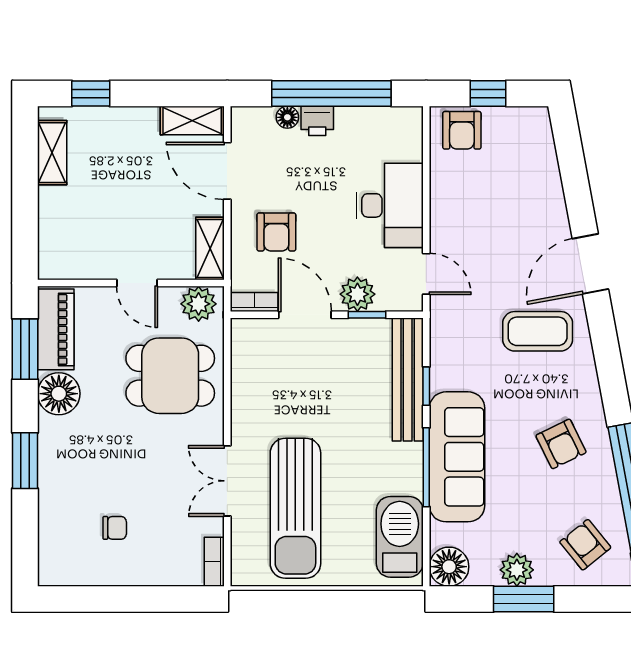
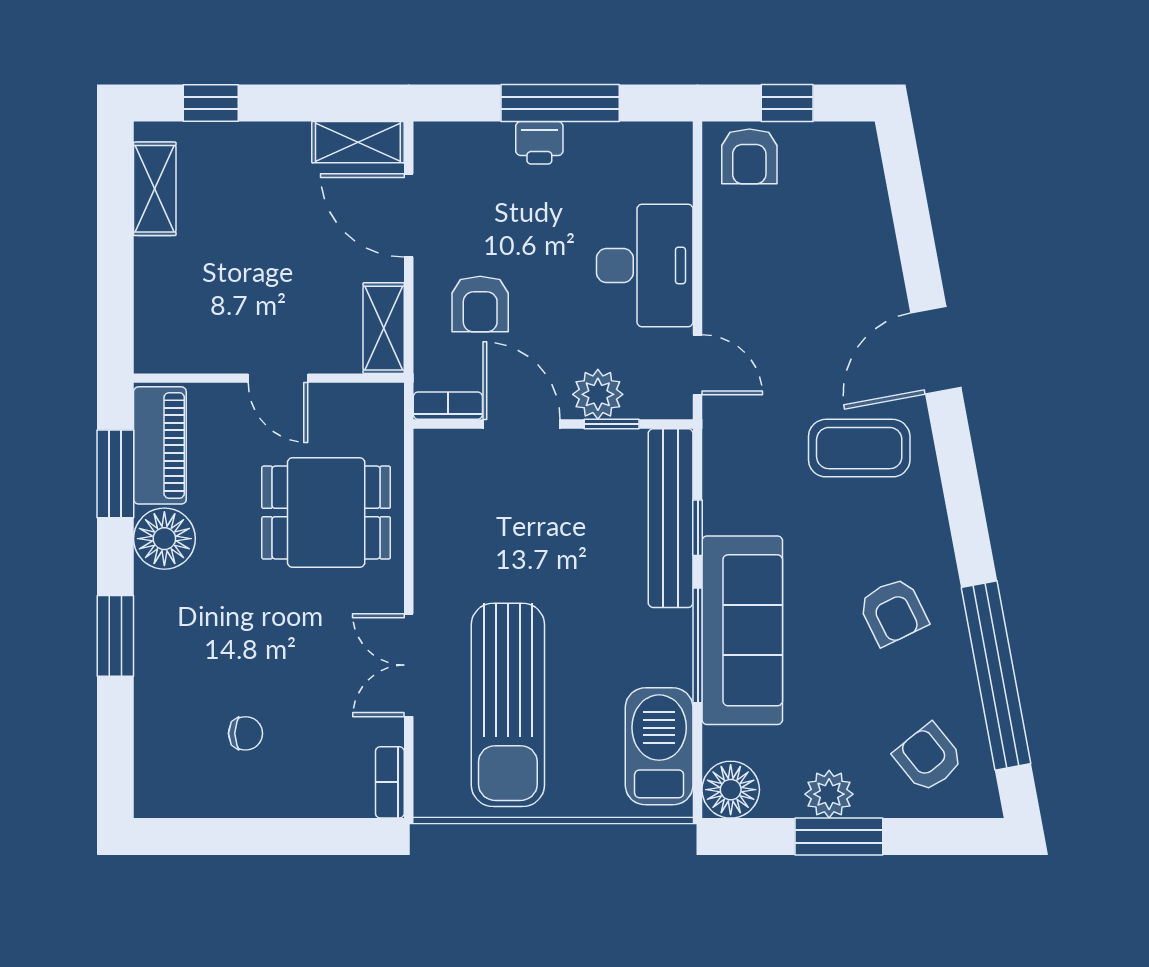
window: (331, 94) -> (560, 103), width x0.68
floor lamp: (287, 117) -> (496, 138), removed
plant: (199, 304) -> (367, 408), removed

